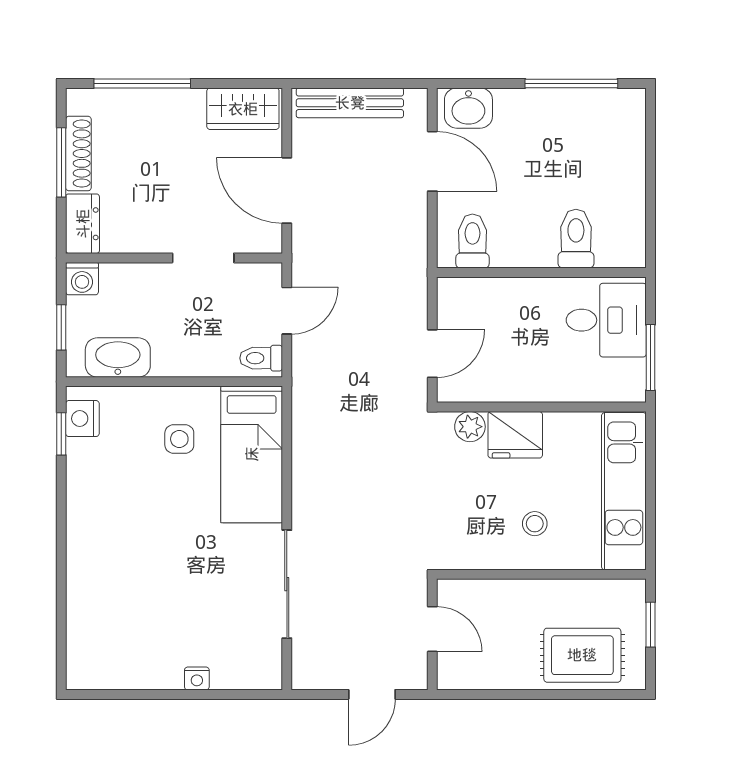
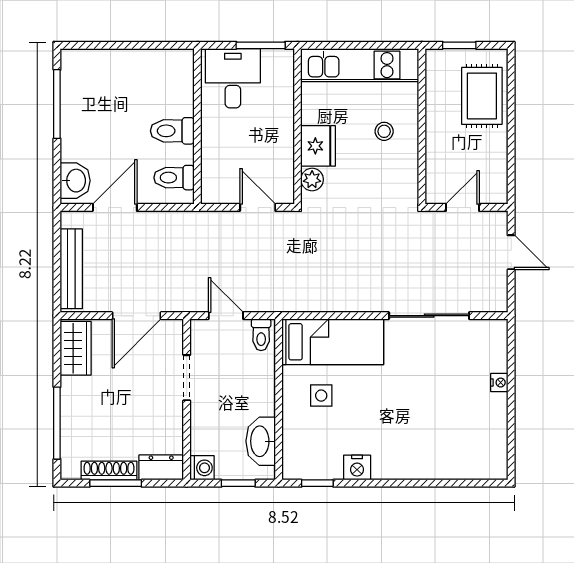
toilet: (576, 239) -> (172, 131), moved
nightstand: (82, 419) -> (357, 468), moved

